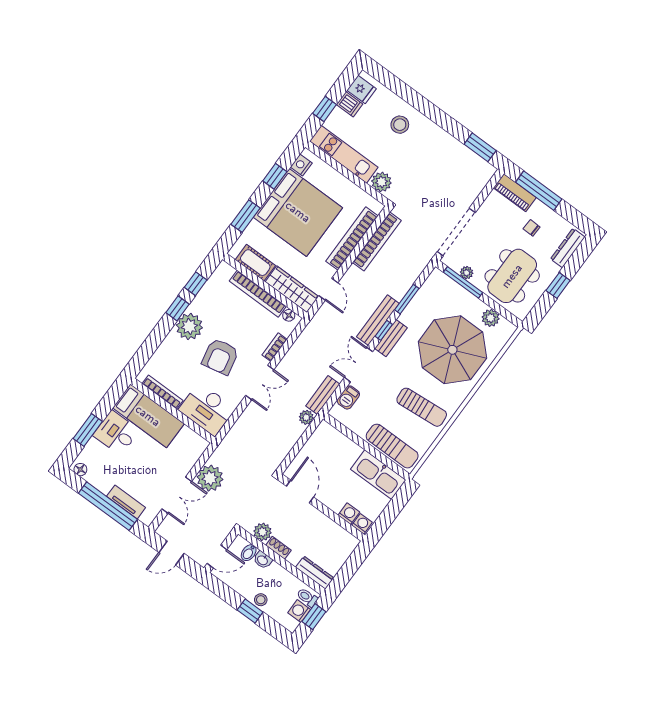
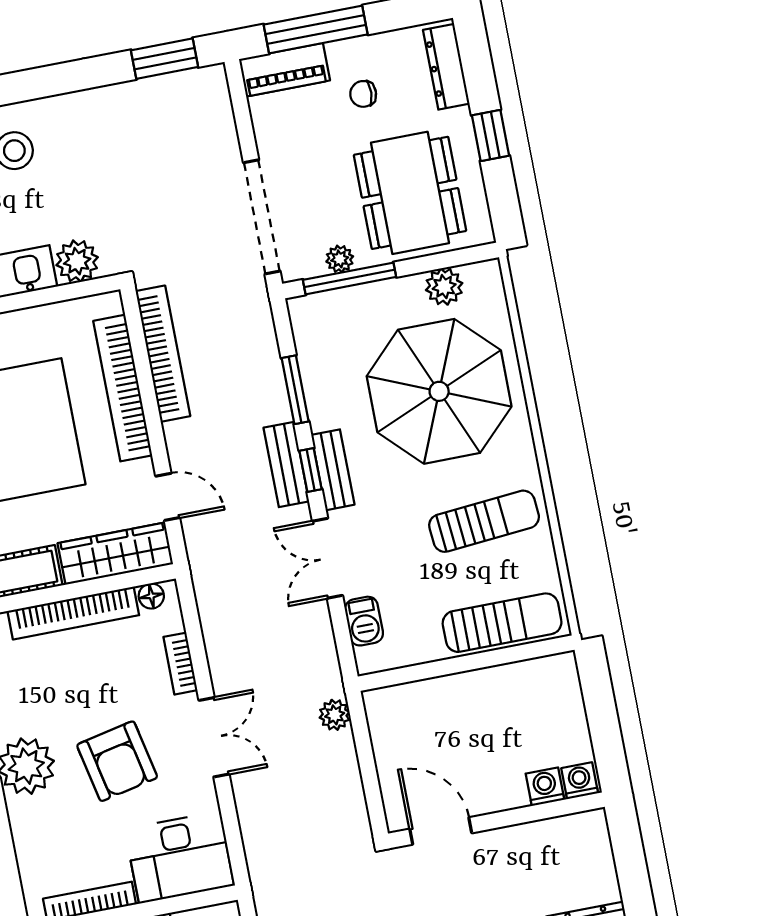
bench: (378, 320) -> (286, 464), width x0.73
bench: (323, 395) -> (324, 657), removed
kitchen sink: (378, 475) -> (527, 685), removed

